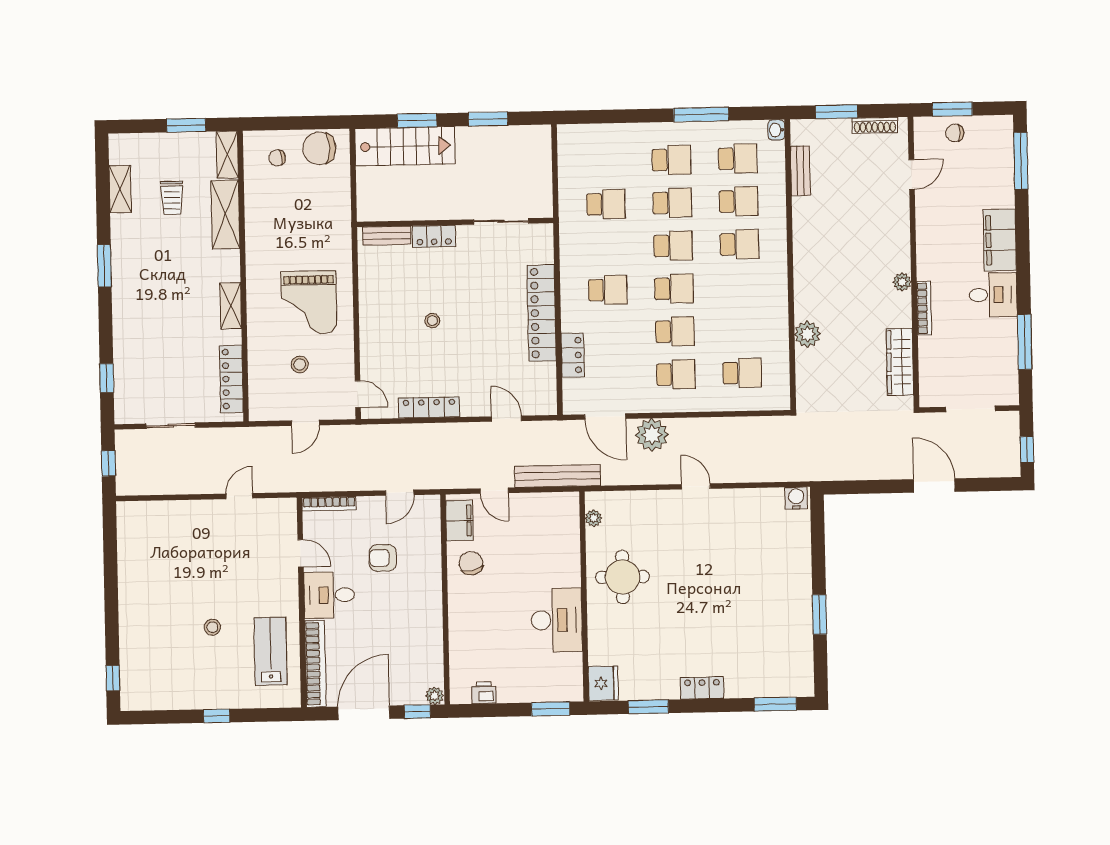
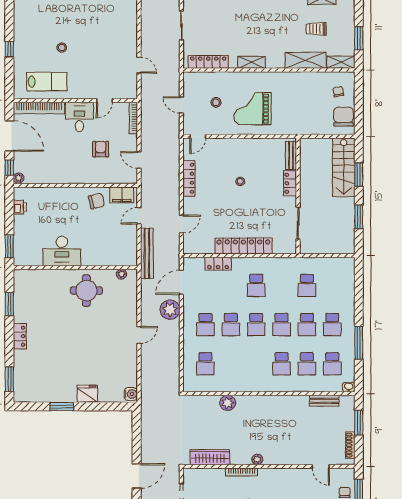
fridge: (603, 683) -> (87, 394), moved, turned 180

